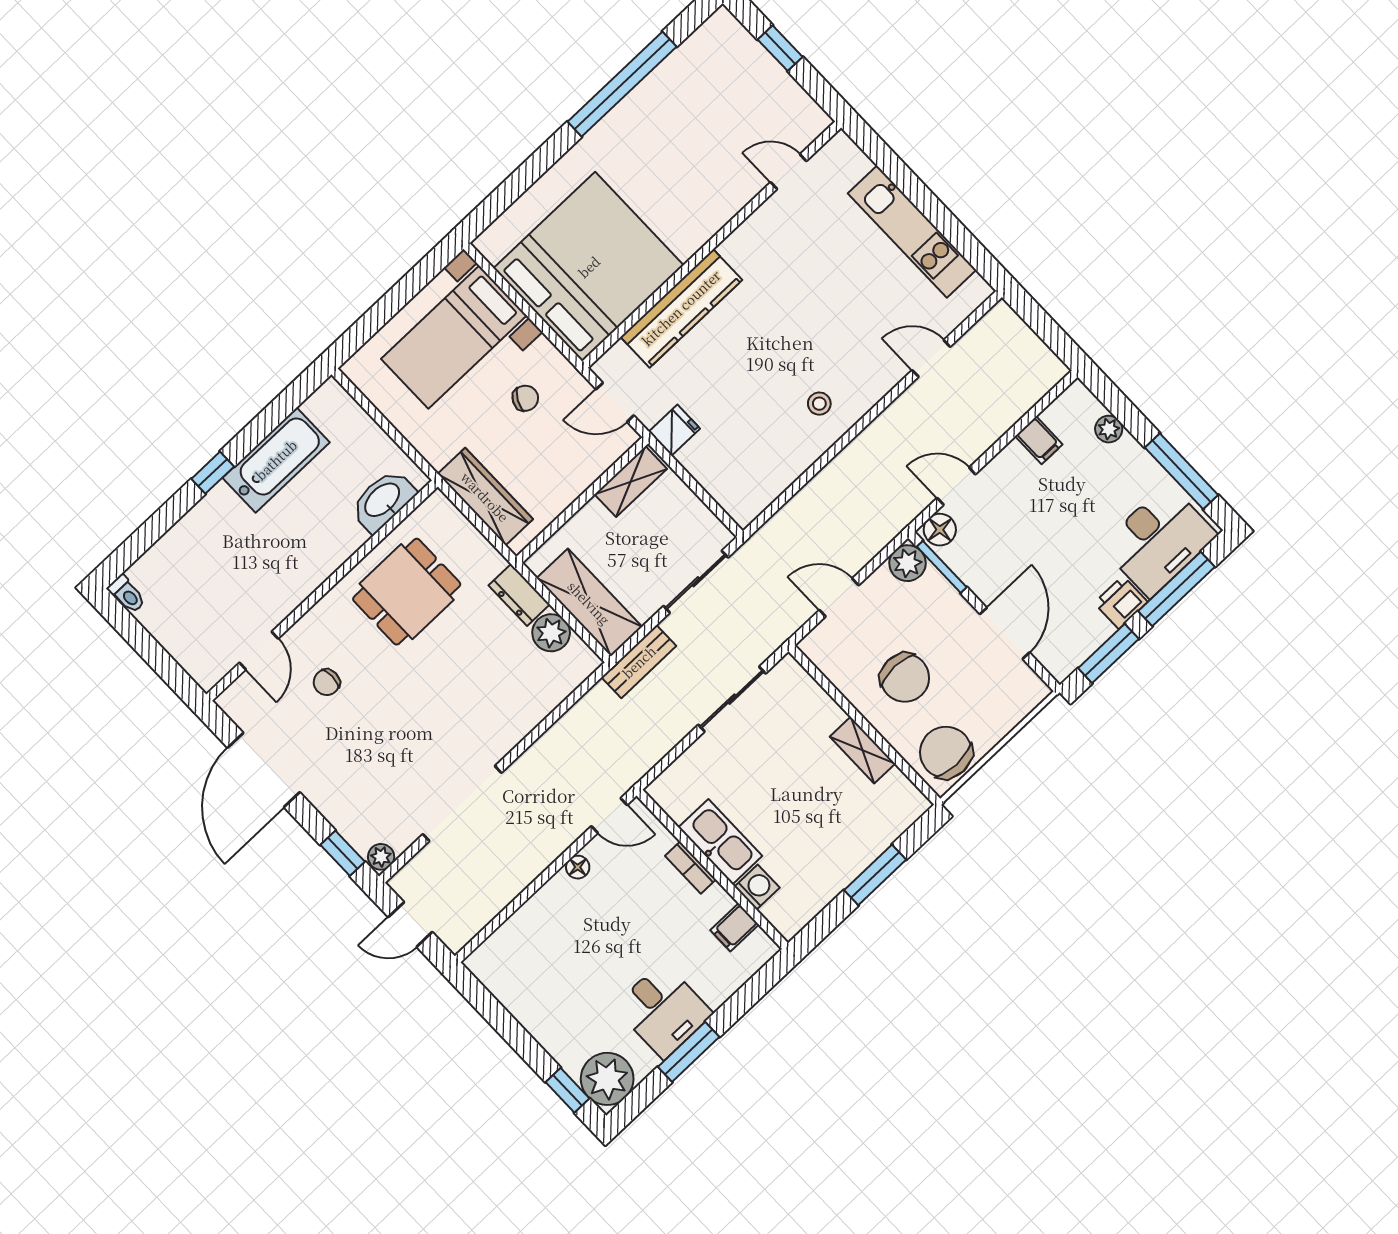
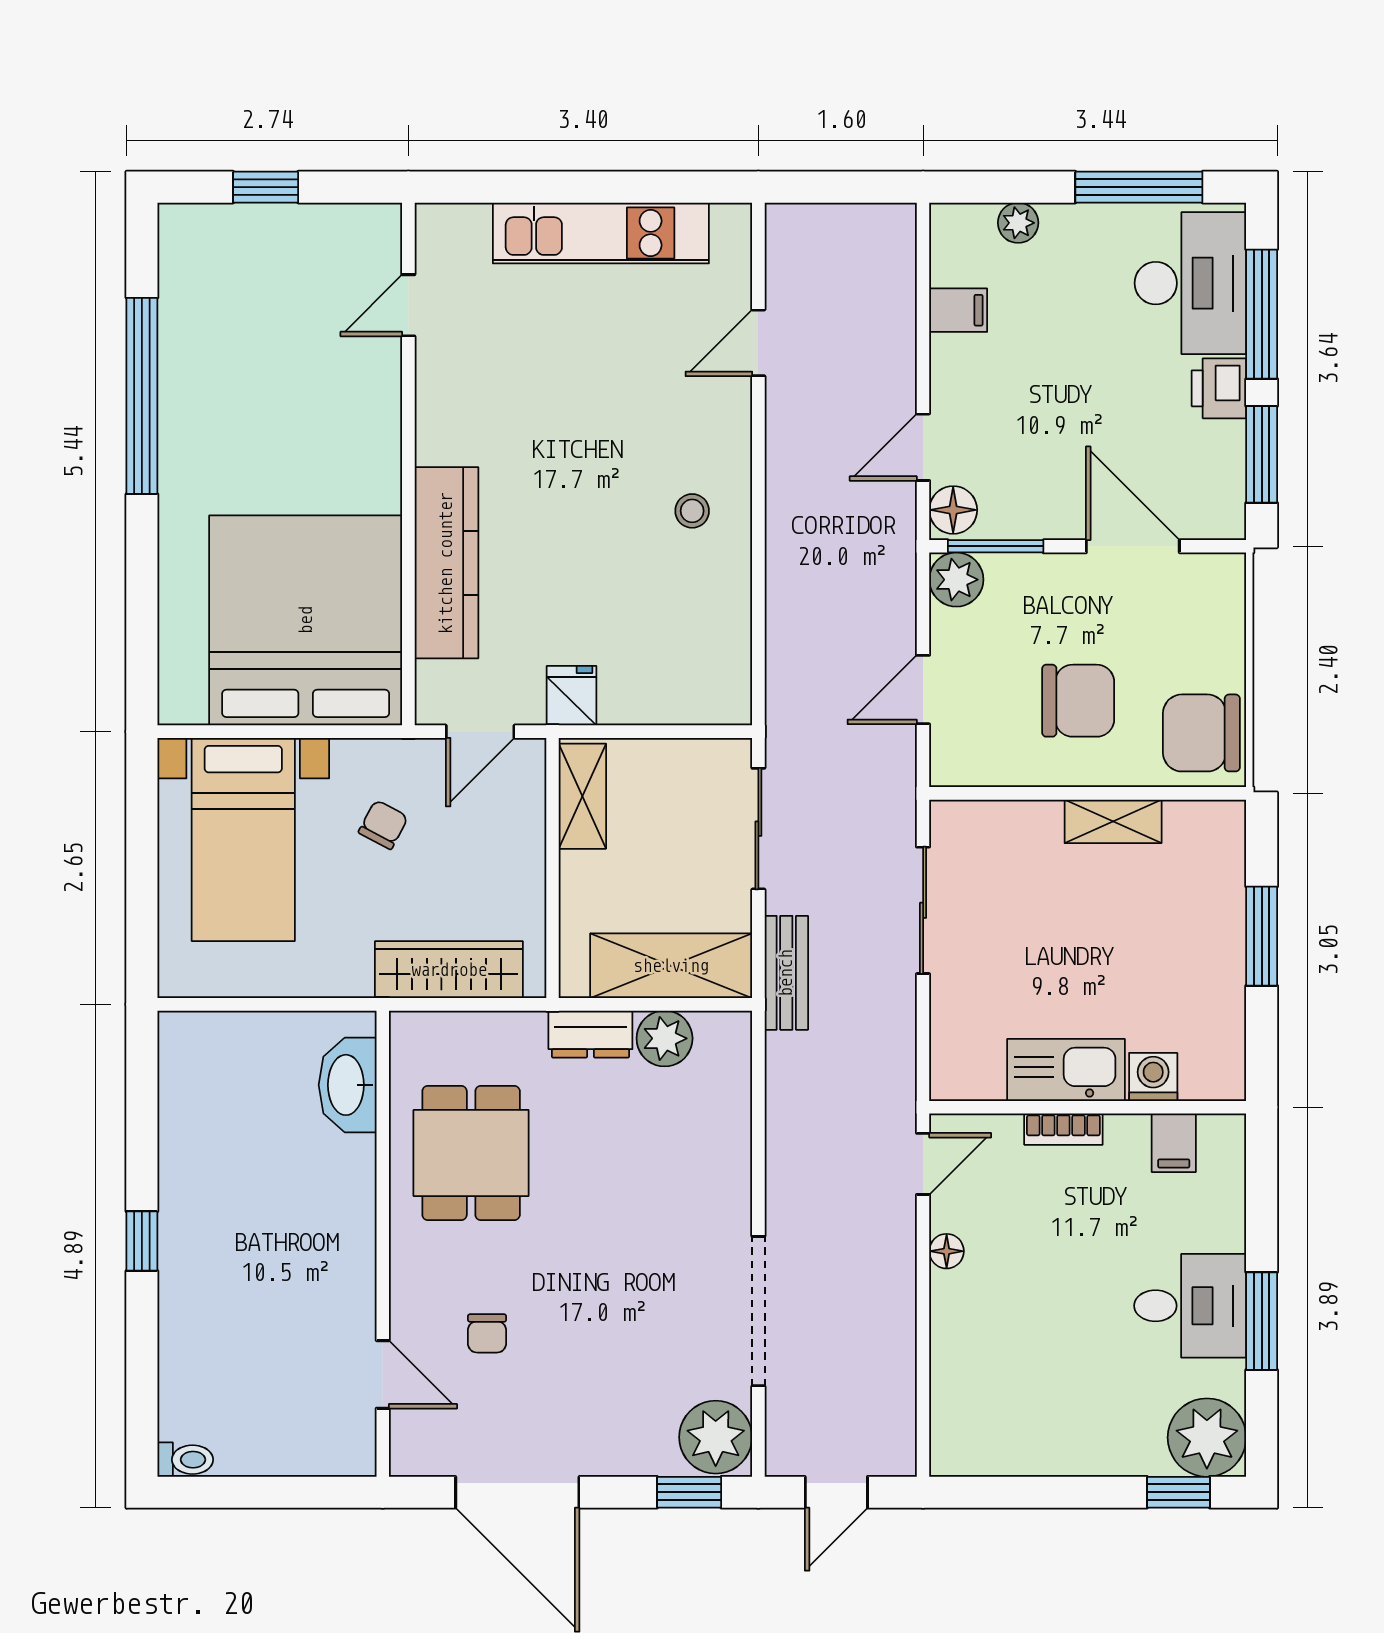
bathtub: (276, 460) -> (193, 1159), removed
plant: (381, 857) -> (716, 1437), width x1.87, depth x1.87

